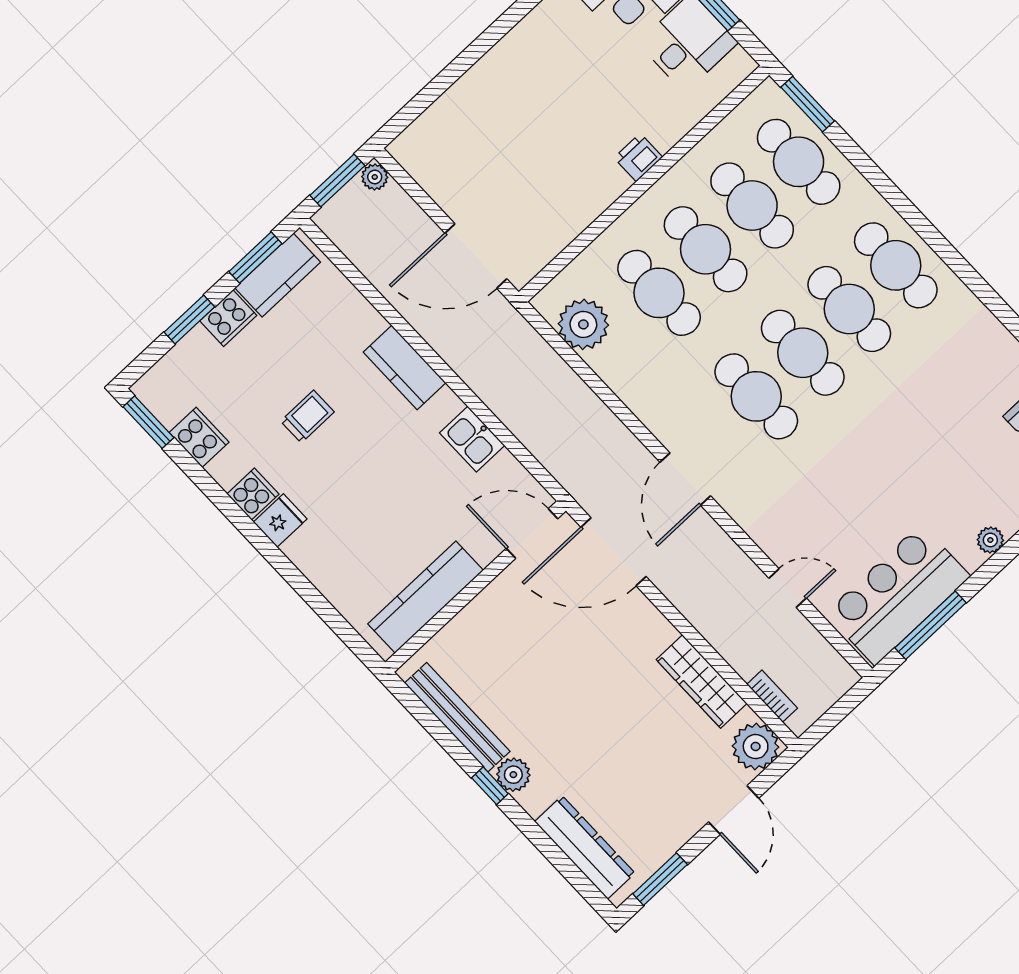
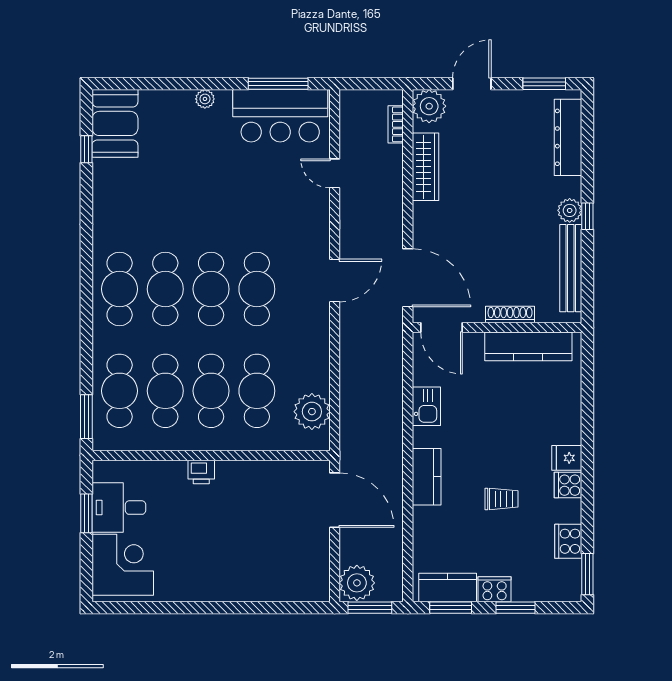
plant: (375, 177) -> (357, 583), width x1.87, depth x1.87
trolley: (307, 417) -> (501, 499), turned 180
shoe rack: (475, 612) -> (510, 314), added

